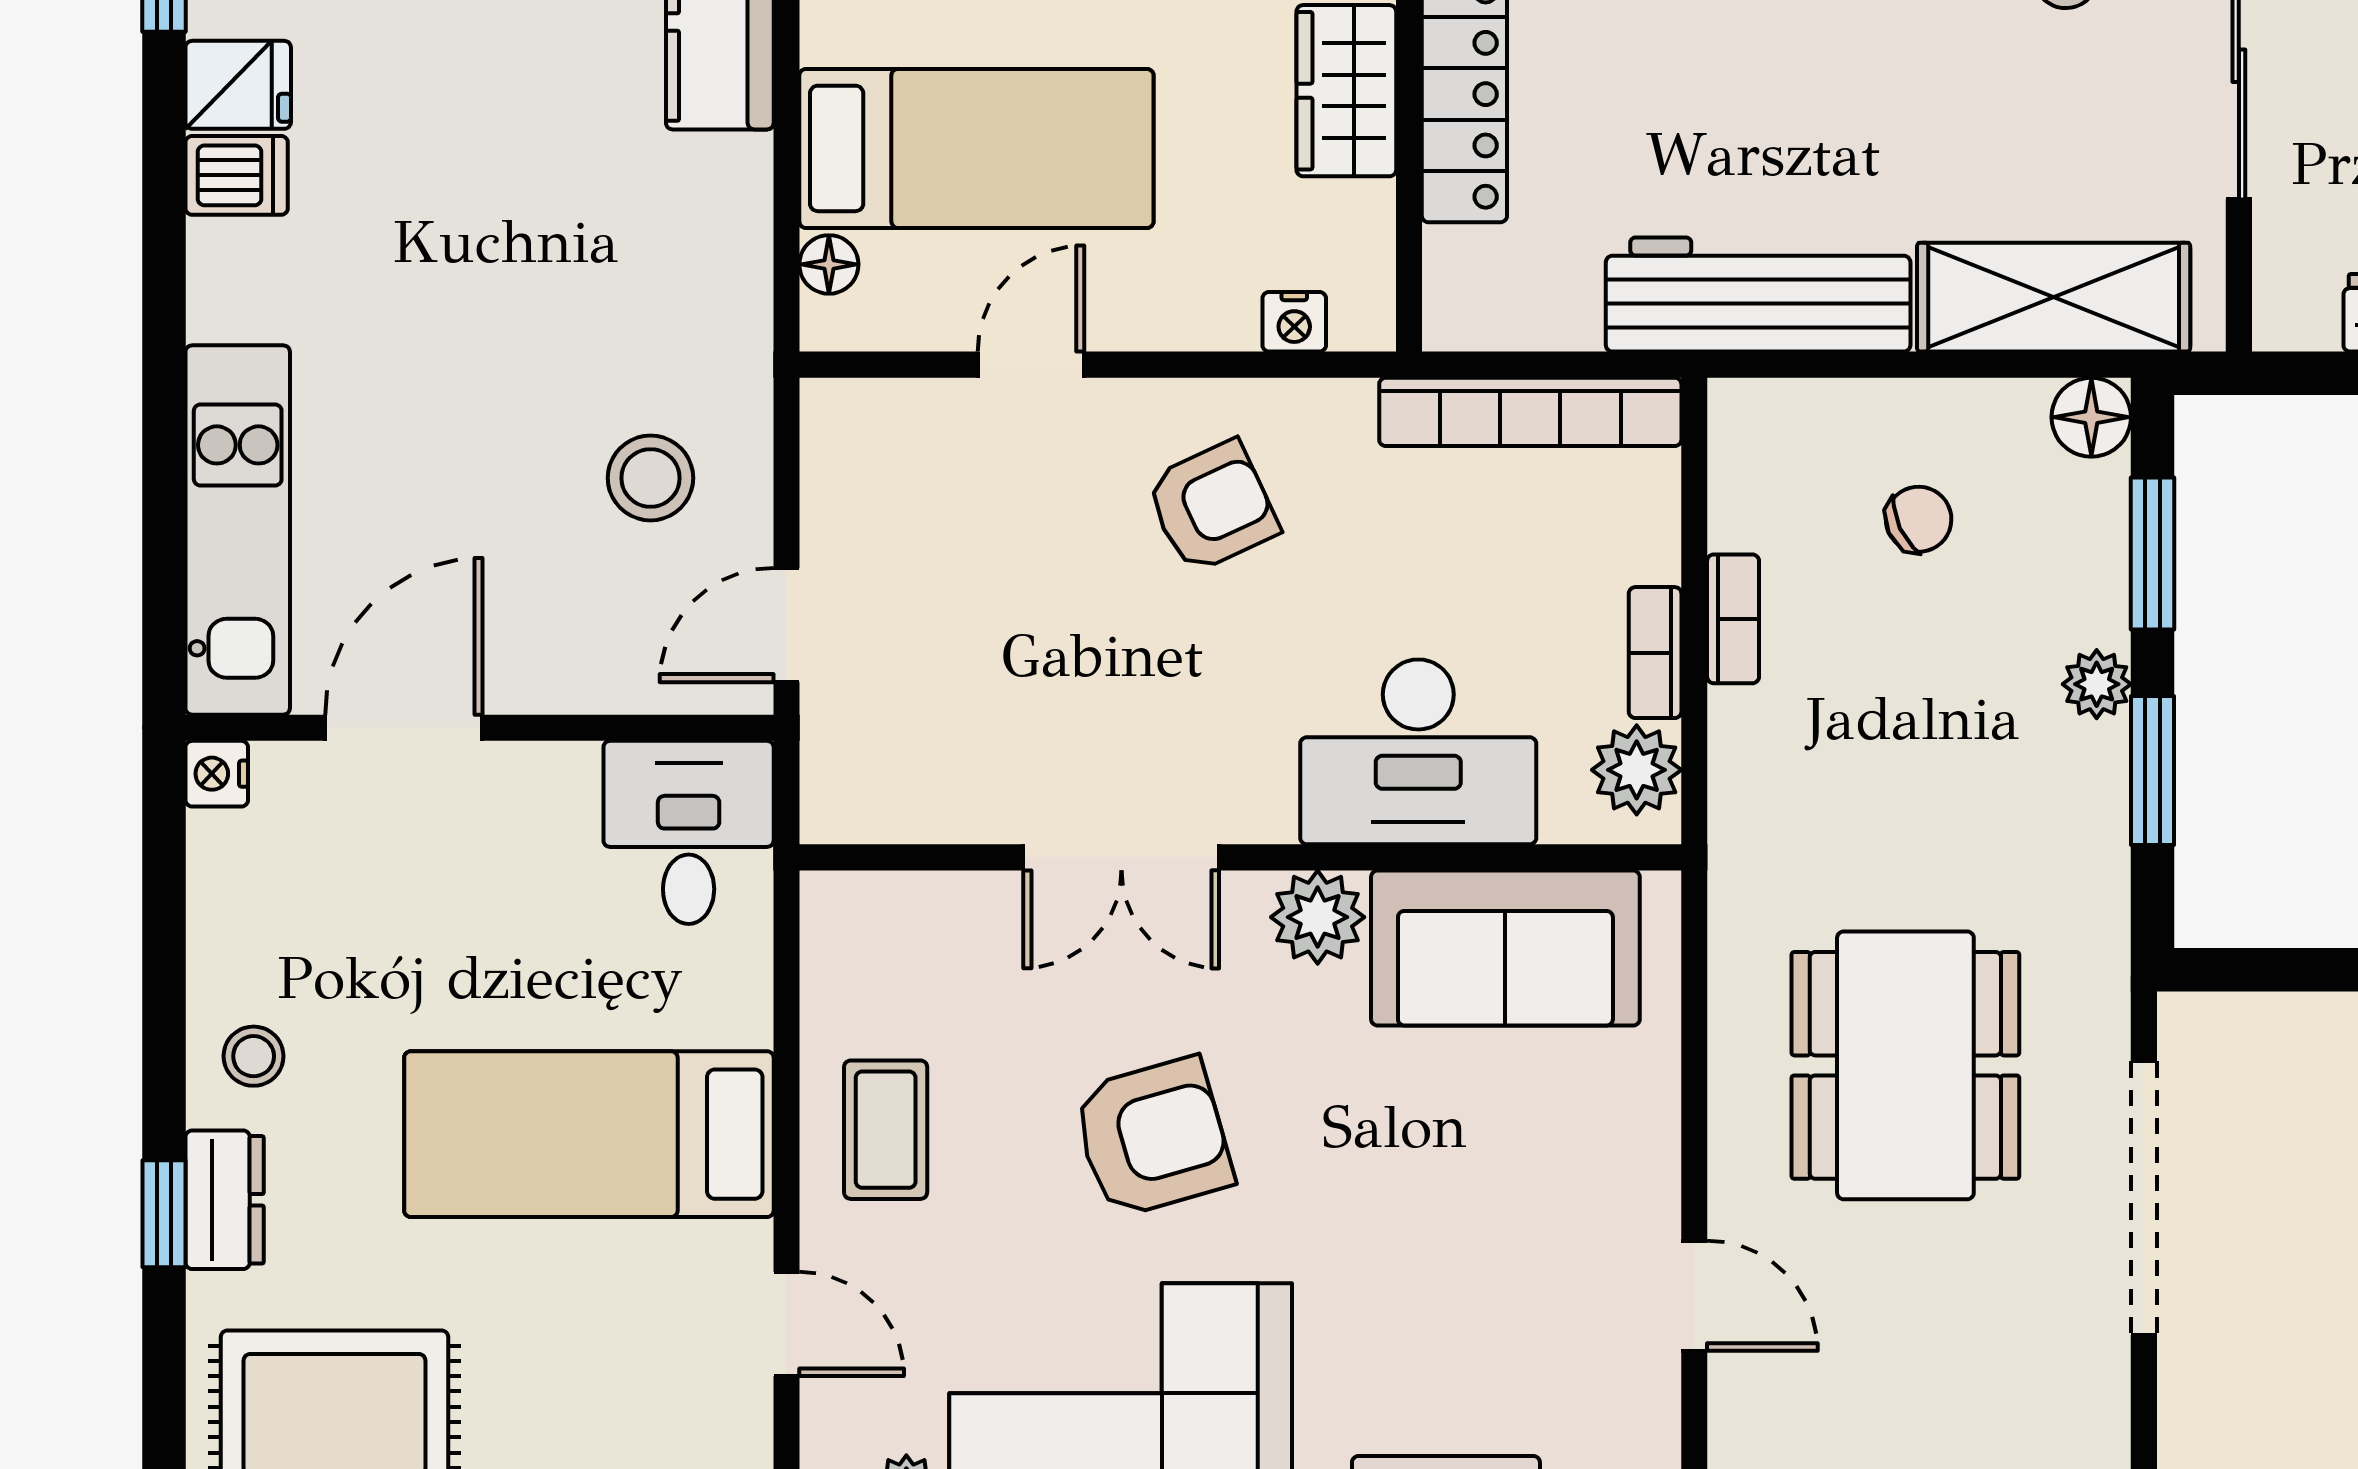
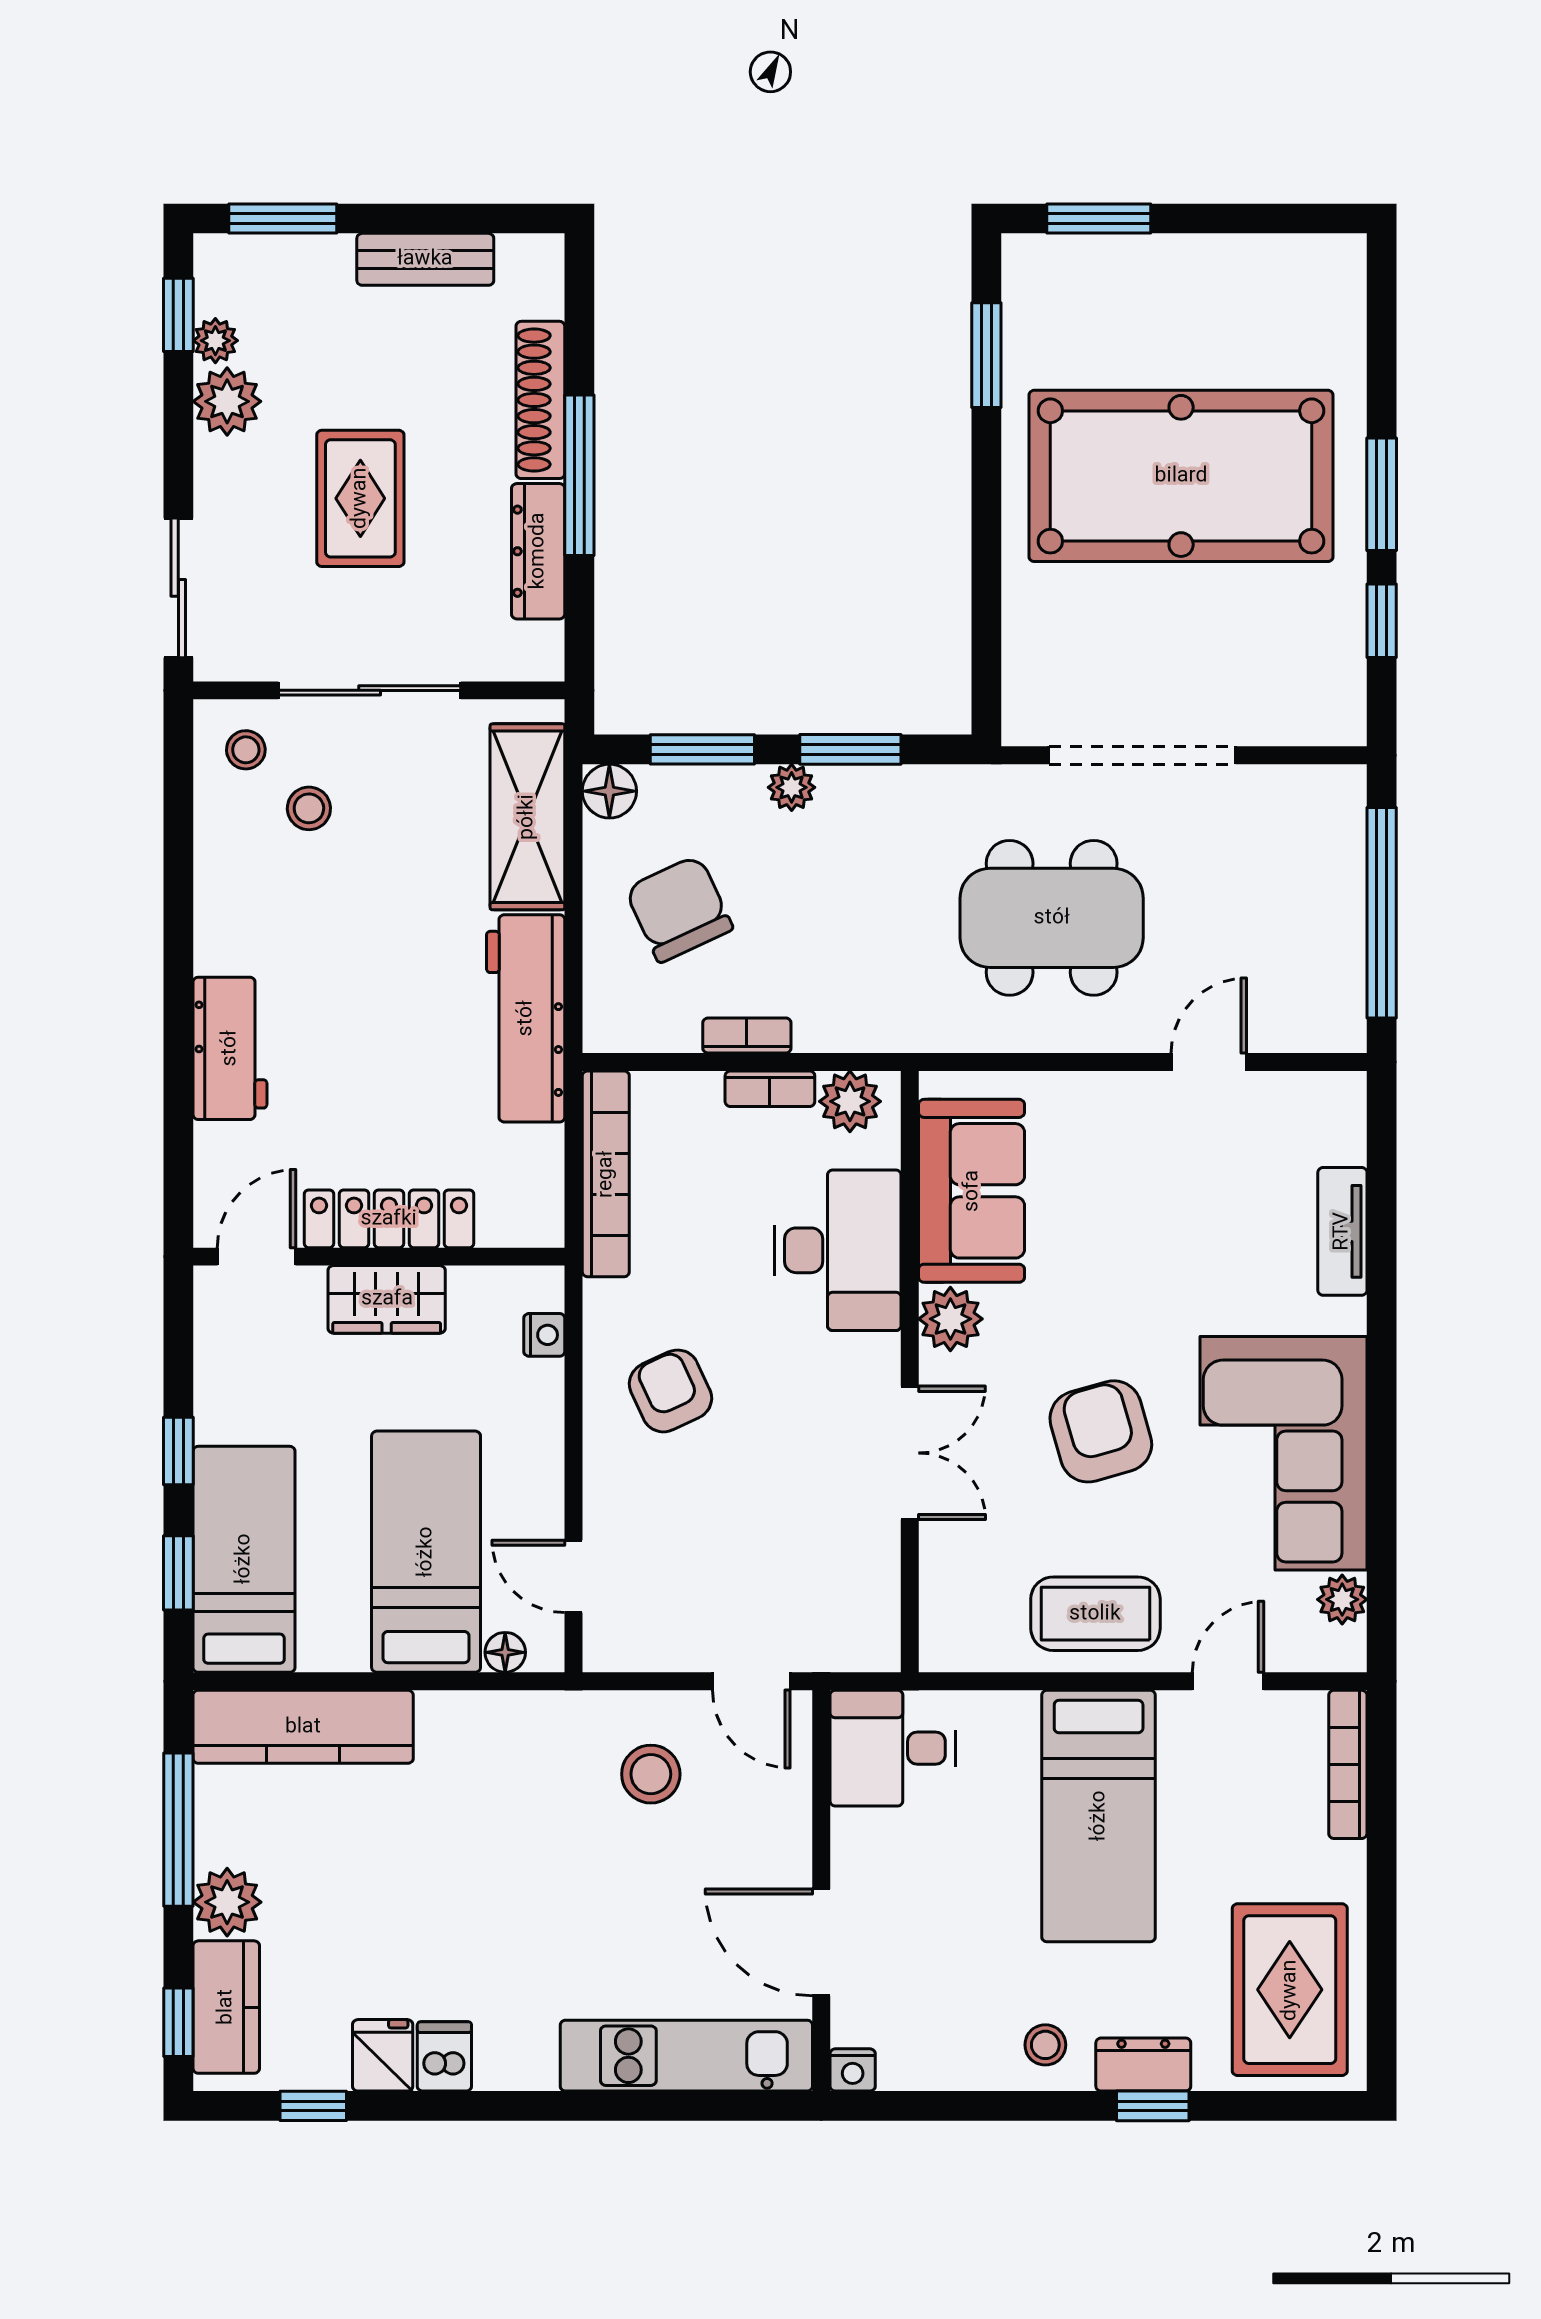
door: (1031, 365) -> (574, 1576), moved
chair: (1919, 519) -> (679, 909), width x1.87, depth x1.87
coffee table: (886, 1130) -> (1095, 1614), width x1.36, depth x1.30

